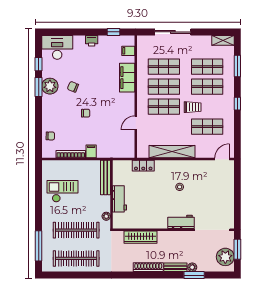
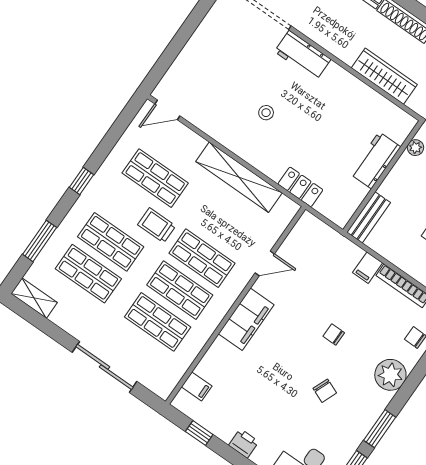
filing cabinet: (127, 78) -> (246, 319), moved
plant: (50, 86) -> (390, 375), moved
bench: (105, 178) -> (369, 217), width x0.73

